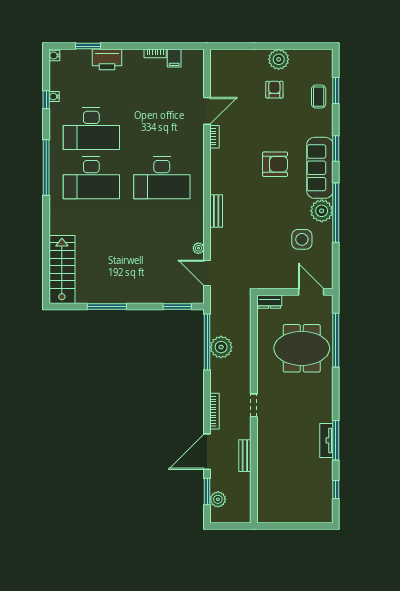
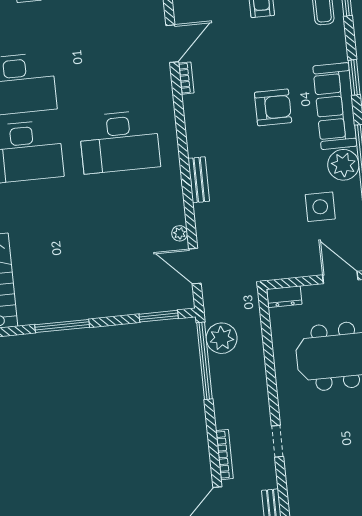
plant: (221, 347) -> (222, 338), moved

